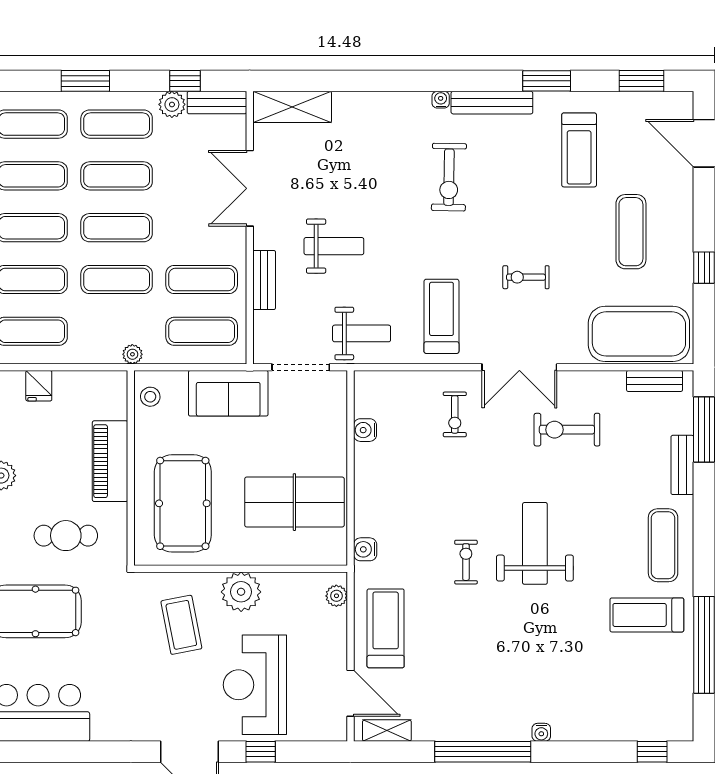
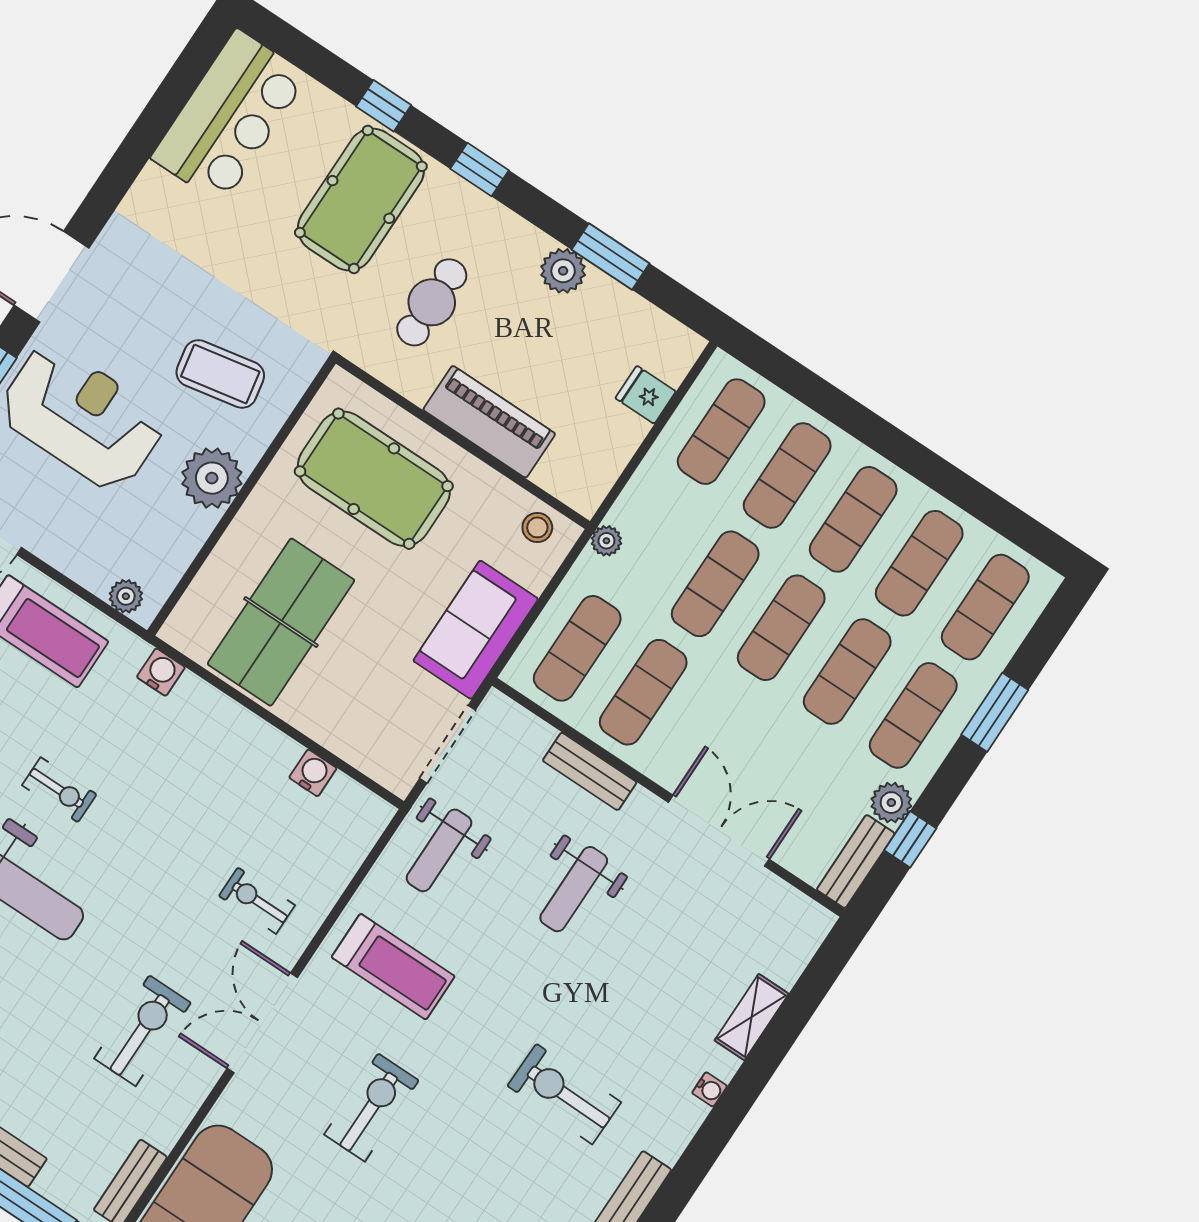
water cooler: (441, 100) -> (710, 1089), moved
shelving: (292, 107) -> (752, 1017), moved, width x0.67, depth x0.75
exercise bike: (526, 277) -> (371, 1107), width x1.38, depth x1.39

